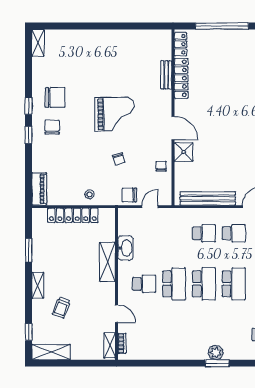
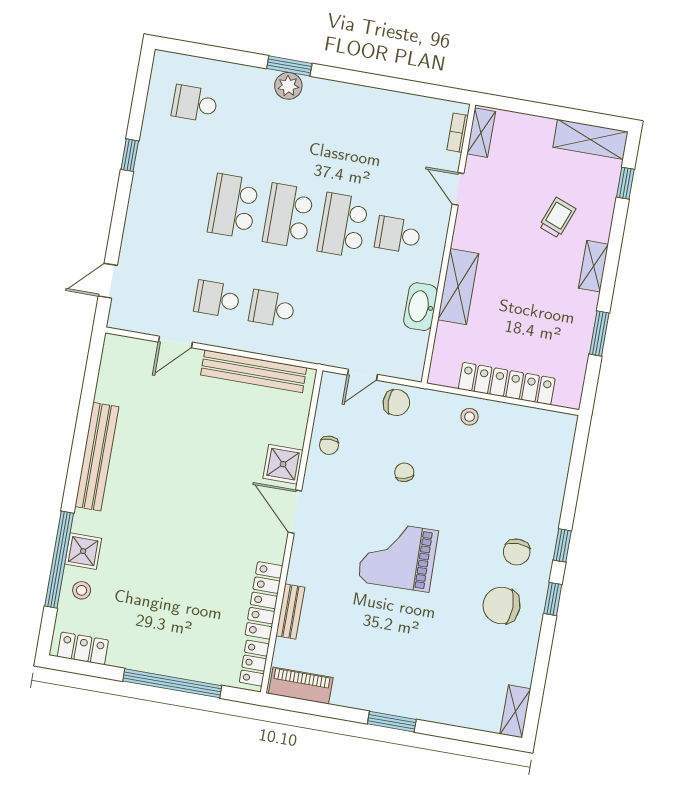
window: (102, 26) -> (392, 722), added
piano: (39, 189) -> (301, 686), moved, turned 90

